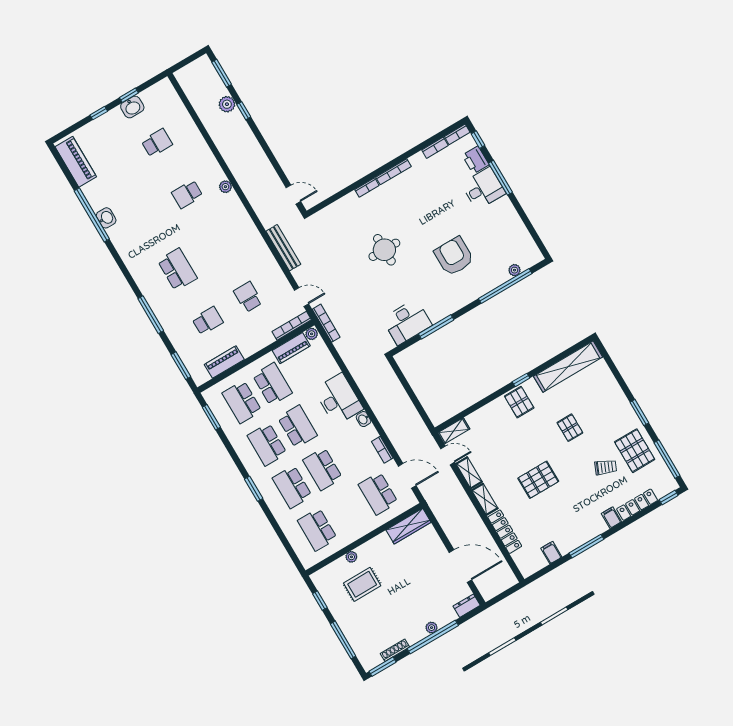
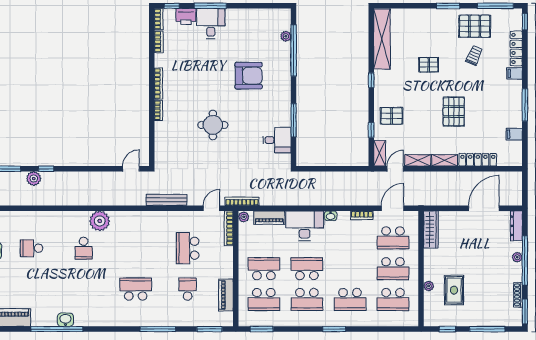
school desk: (157, 143) -> (32, 248), turned -90
plant: (225, 187) -> (100, 221), width x1.88, depth x1.88
armchair: (454, 256) -> (249, 76), turned 180
school desk: (248, 297) -> (188, 248), width x1.85
desk: (407, 322) -> (277, 140), width x0.73
piano: (291, 348) -> (269, 218), moved, turned 90
pallet: (519, 402) -> (392, 116), moved
window: (472, 409) -> (371, 130), added
school desk: (323, 469) -> (393, 269), moved
dresser: (467, 606) -> (516, 226), width x1.44

